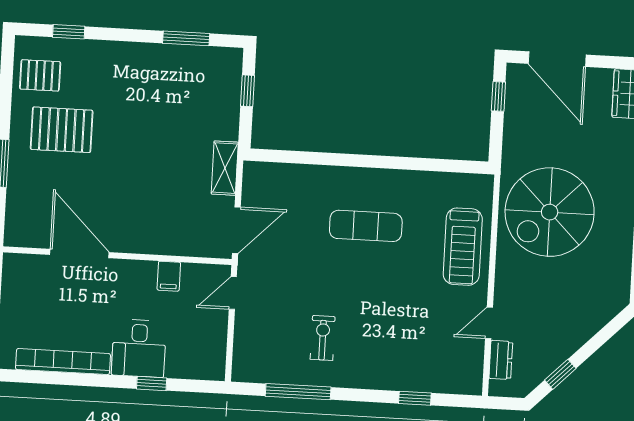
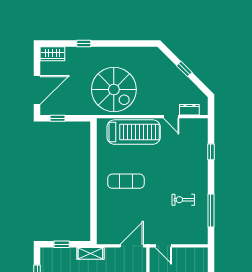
shelving: (225, 168) -> (90, 253), moved
exercise mat: (366, 226) -> (126, 181), turned 90
door: (236, 230) -> (132, 246), hinge flipped
treadmill: (463, 247) -> (134, 132), width x1.37, depth x1.38
window: (560, 374) -> (184, 69), moved

